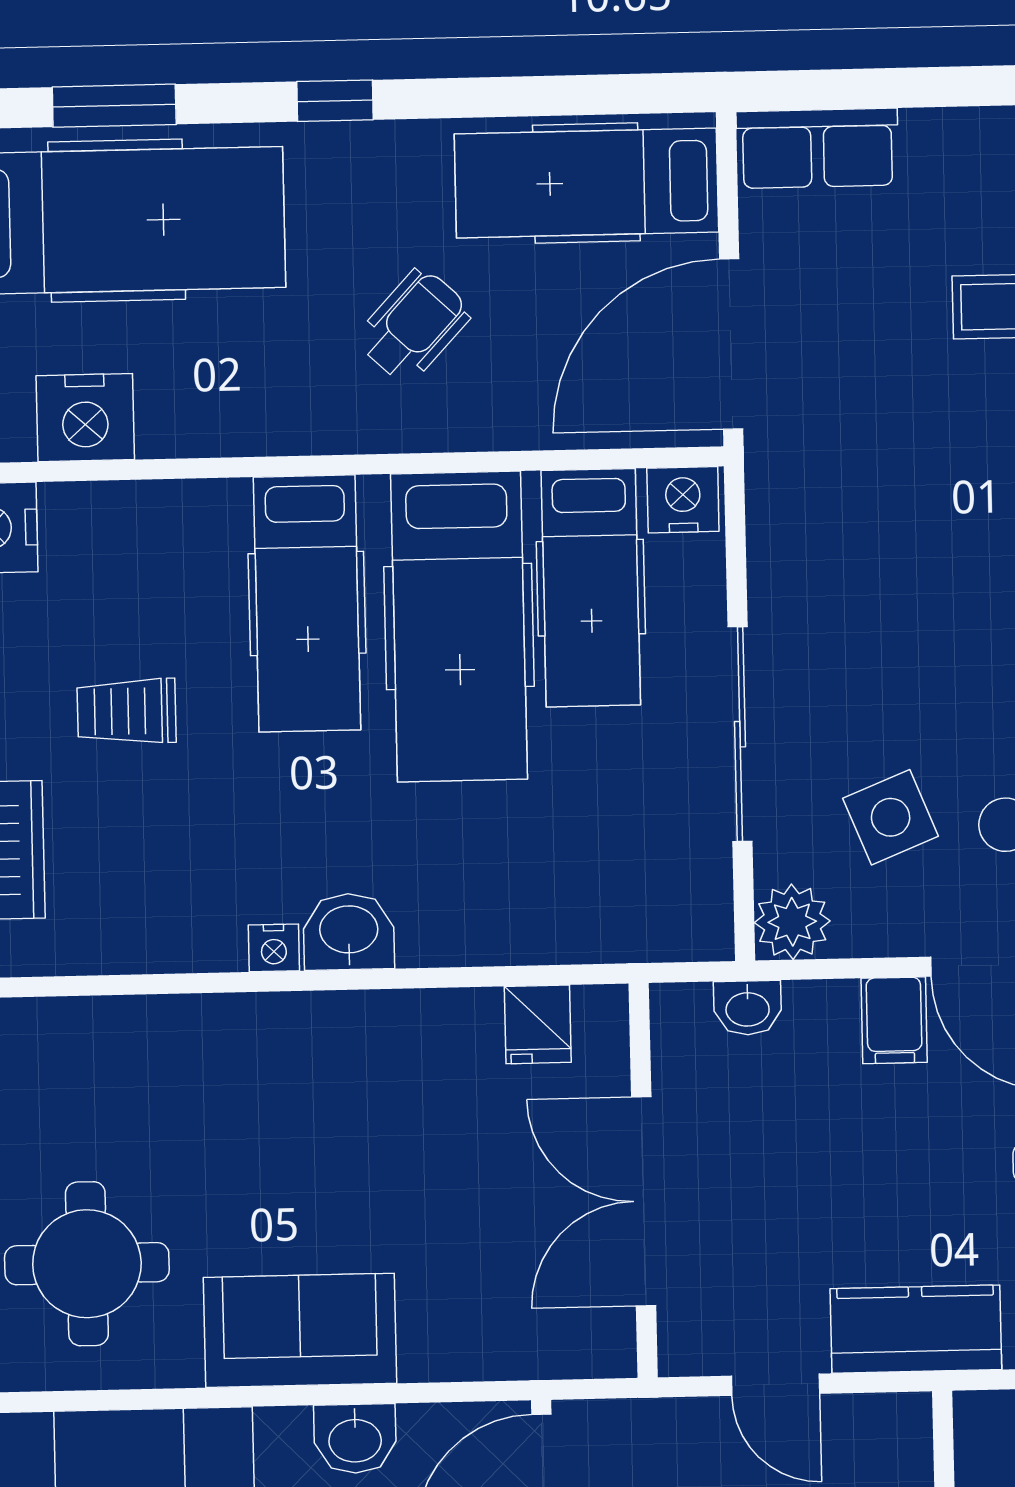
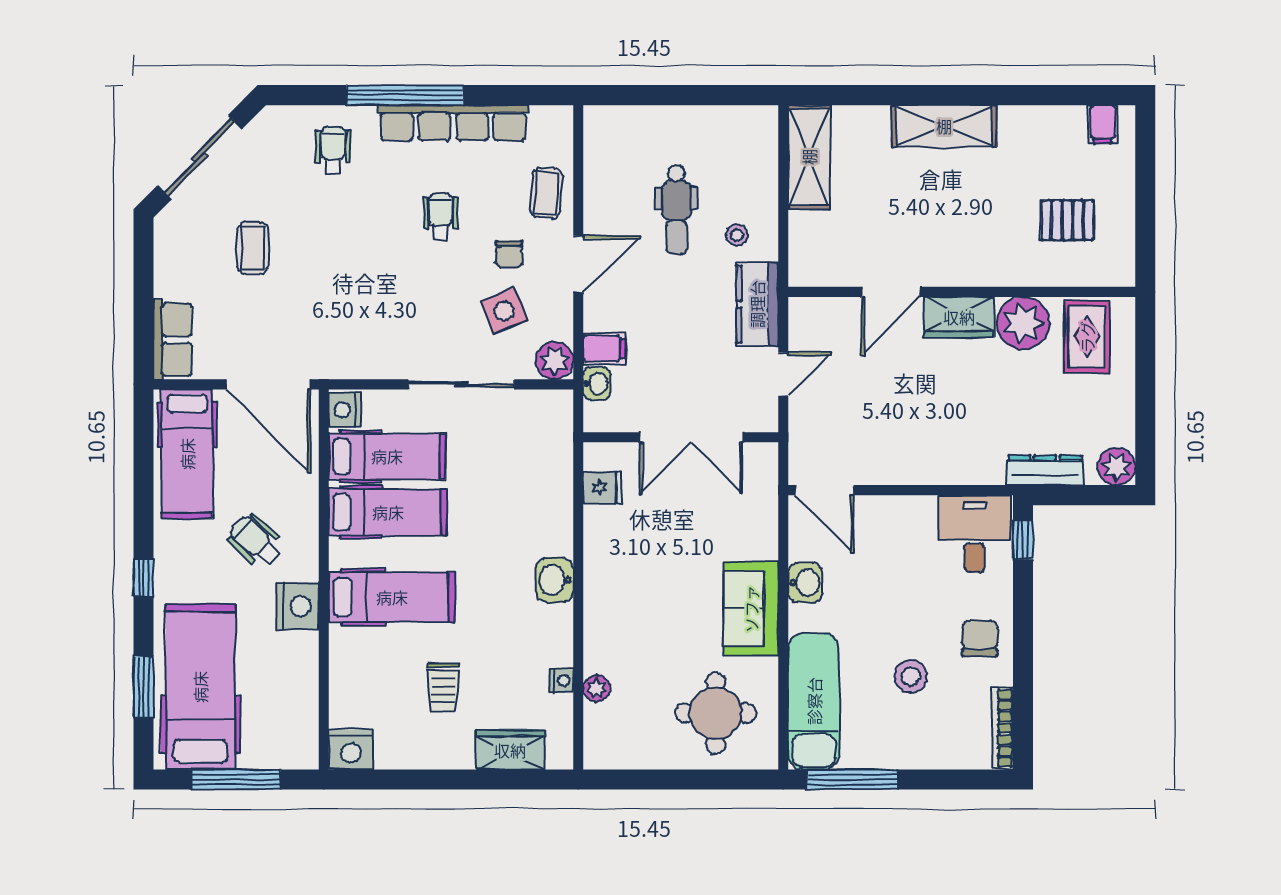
nightstand: (85, 418) -> (297, 606), moved
hospital bed: (459, 626) -> (388, 512), width x0.73, depth x0.78
nightstand: (274, 948) -> (562, 680), moved
filing cabinet: (894, 1020) -> (604, 349), moved
plant: (131, 1021) -> (596, 688), added

